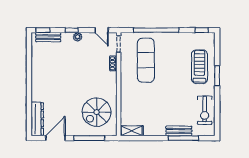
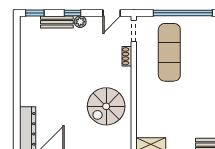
door: (102, 30) -> (112, 13), hinge flipped
bench: (48, 37) -> (57, 22), moved
spiral stairs: (97, 112) -> (106, 106), moved

